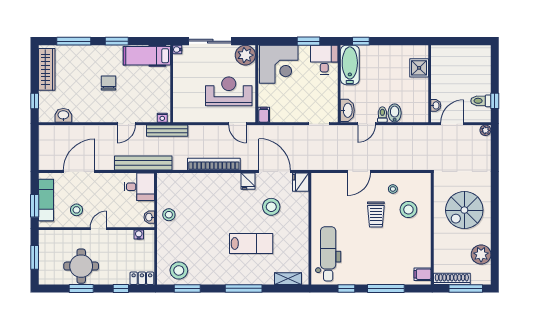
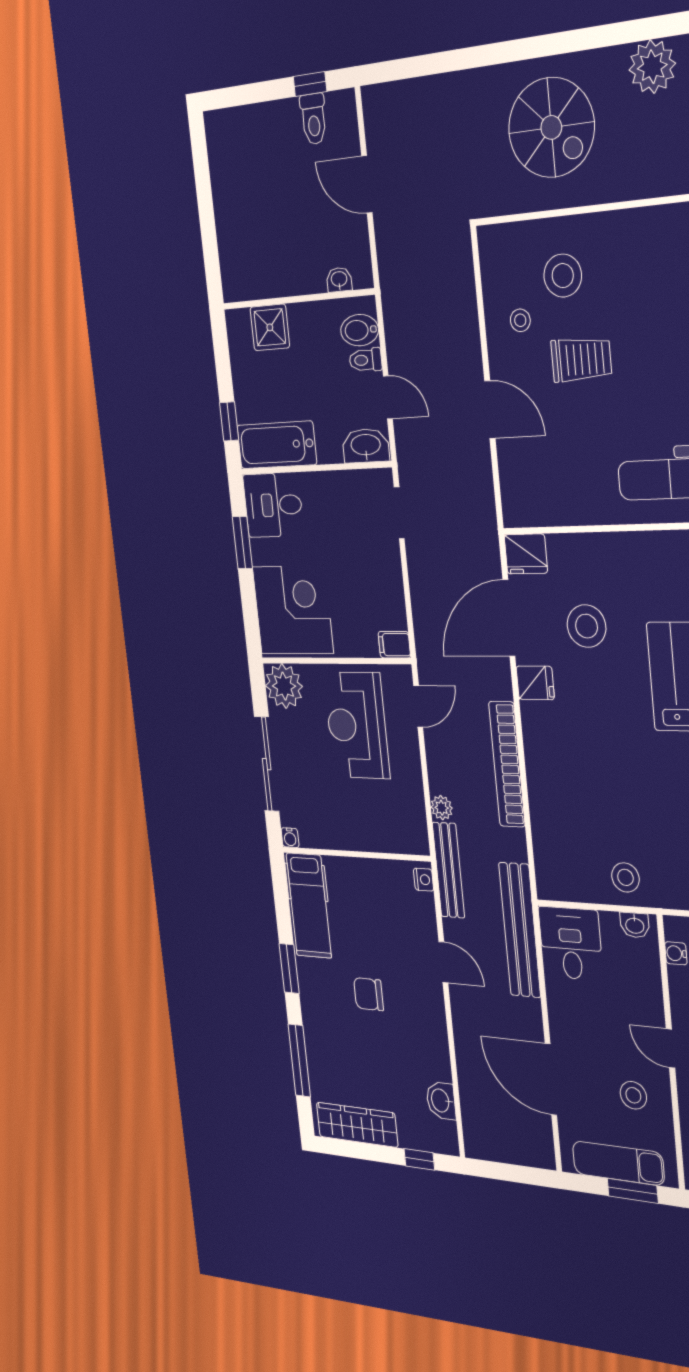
shower: (419, 68) -> (270, 327), moved
wall: (430, 84) -> (298, 299), moved
washbasin: (436, 105) -> (339, 280), moved
plant: (485, 130) -> (442, 808), moved

